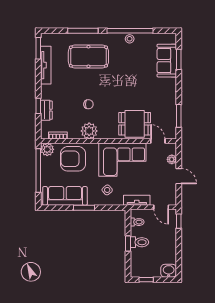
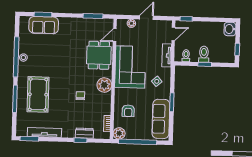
plant: (89, 131) -> (104, 85), moved
armchair: (73, 159) -> (128, 111), width x0.53, depth x0.53

